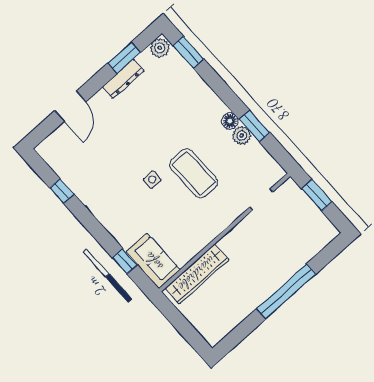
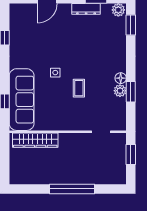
coffee table: (194, 173) -> (79, 88), width x0.54, depth x0.58
sofa: (153, 261) -> (22, 100), width x1.85, depth x1.27

